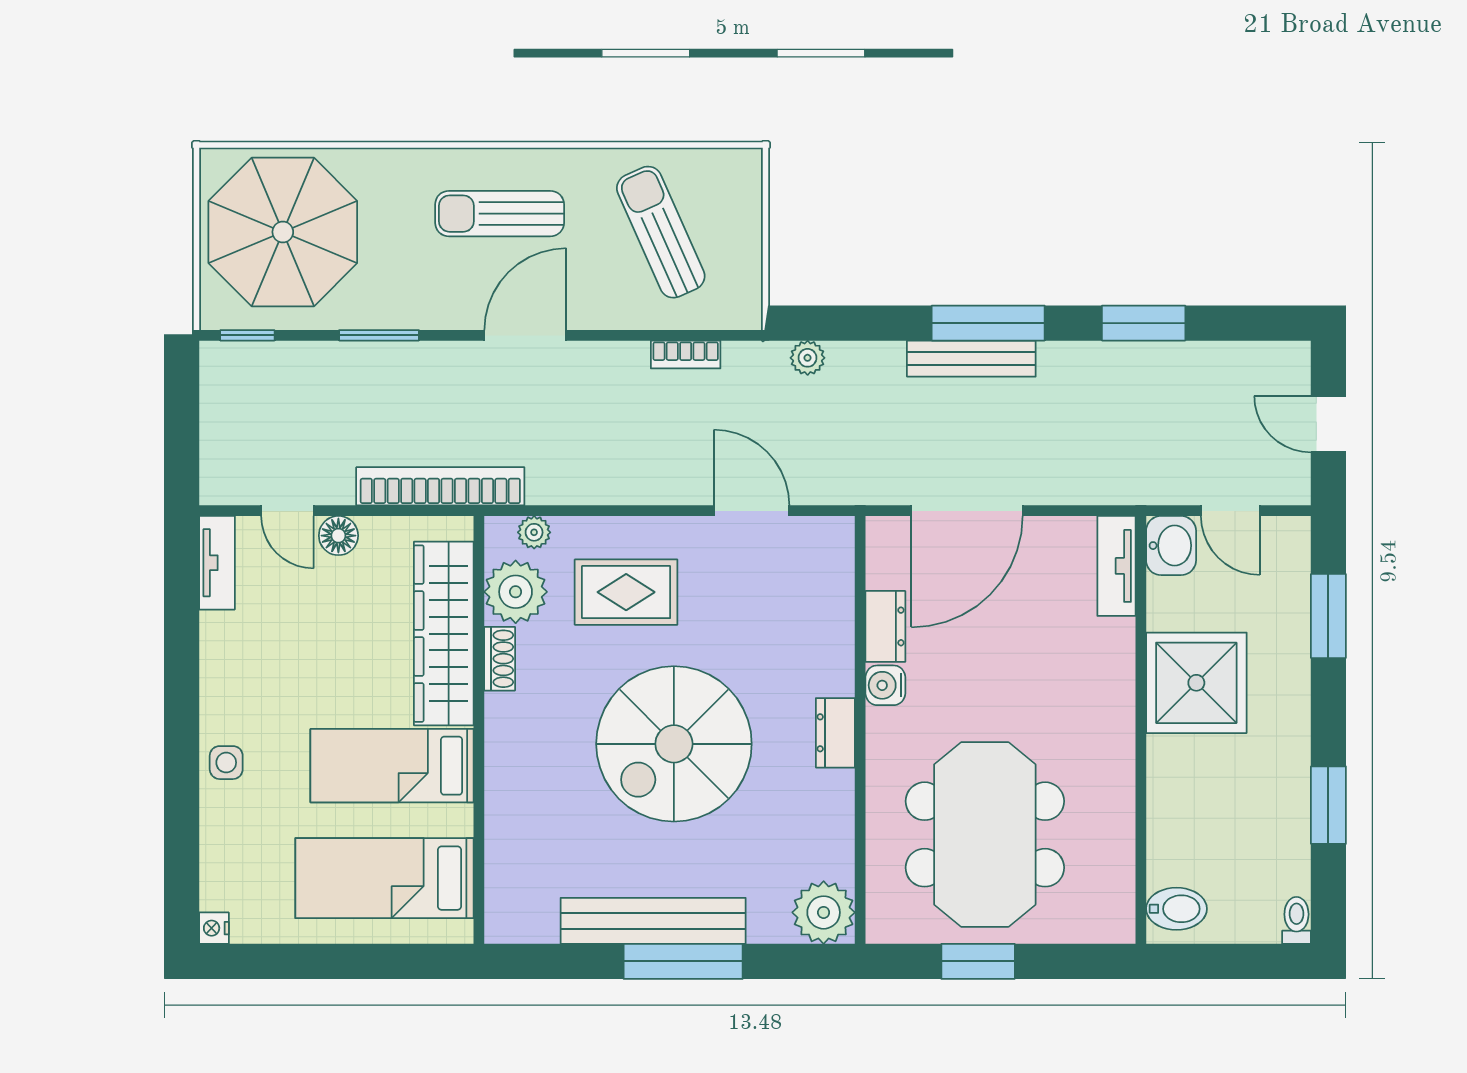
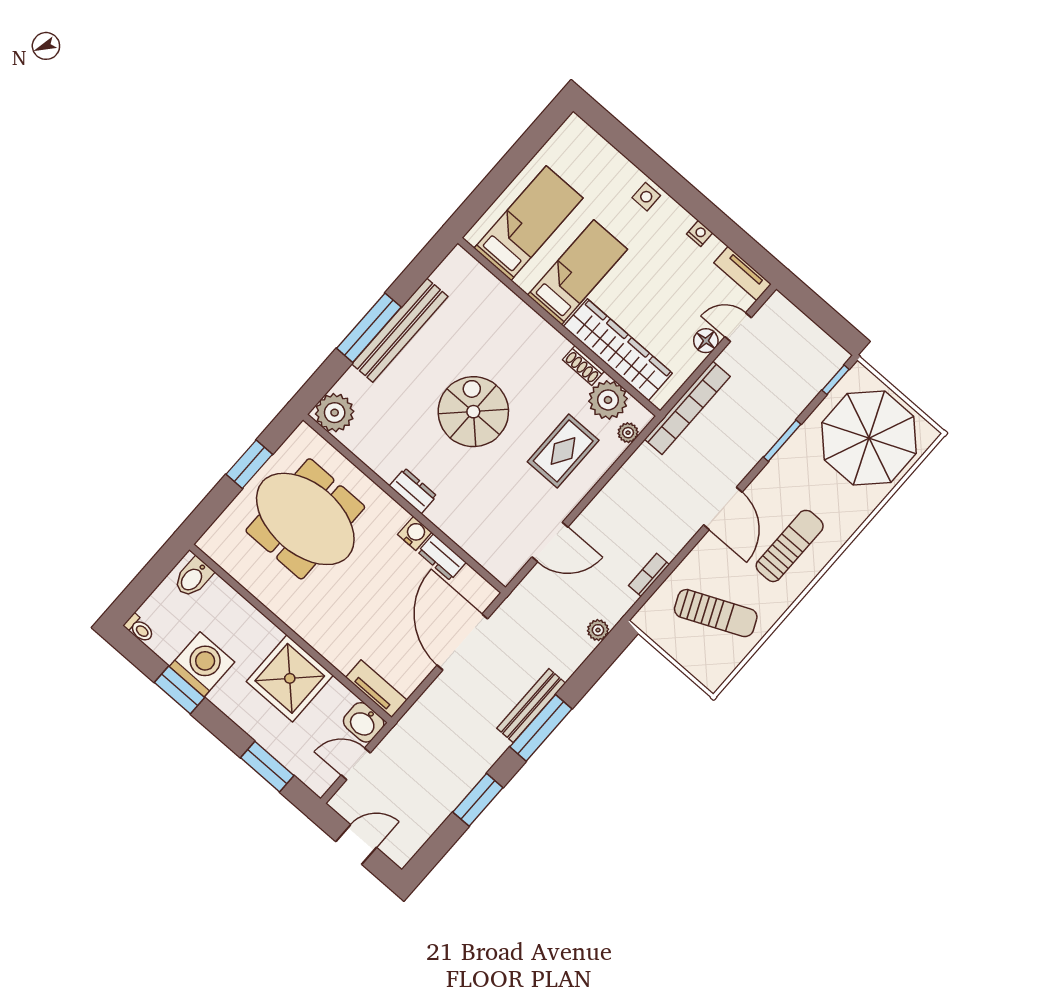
spiral stairs: (674, 744) -> (473, 412), width x0.73, depth x0.73
washing machine: (1273, 805) -> (202, 664), added
nightstand: (214, 928) -> (700, 233), moved

